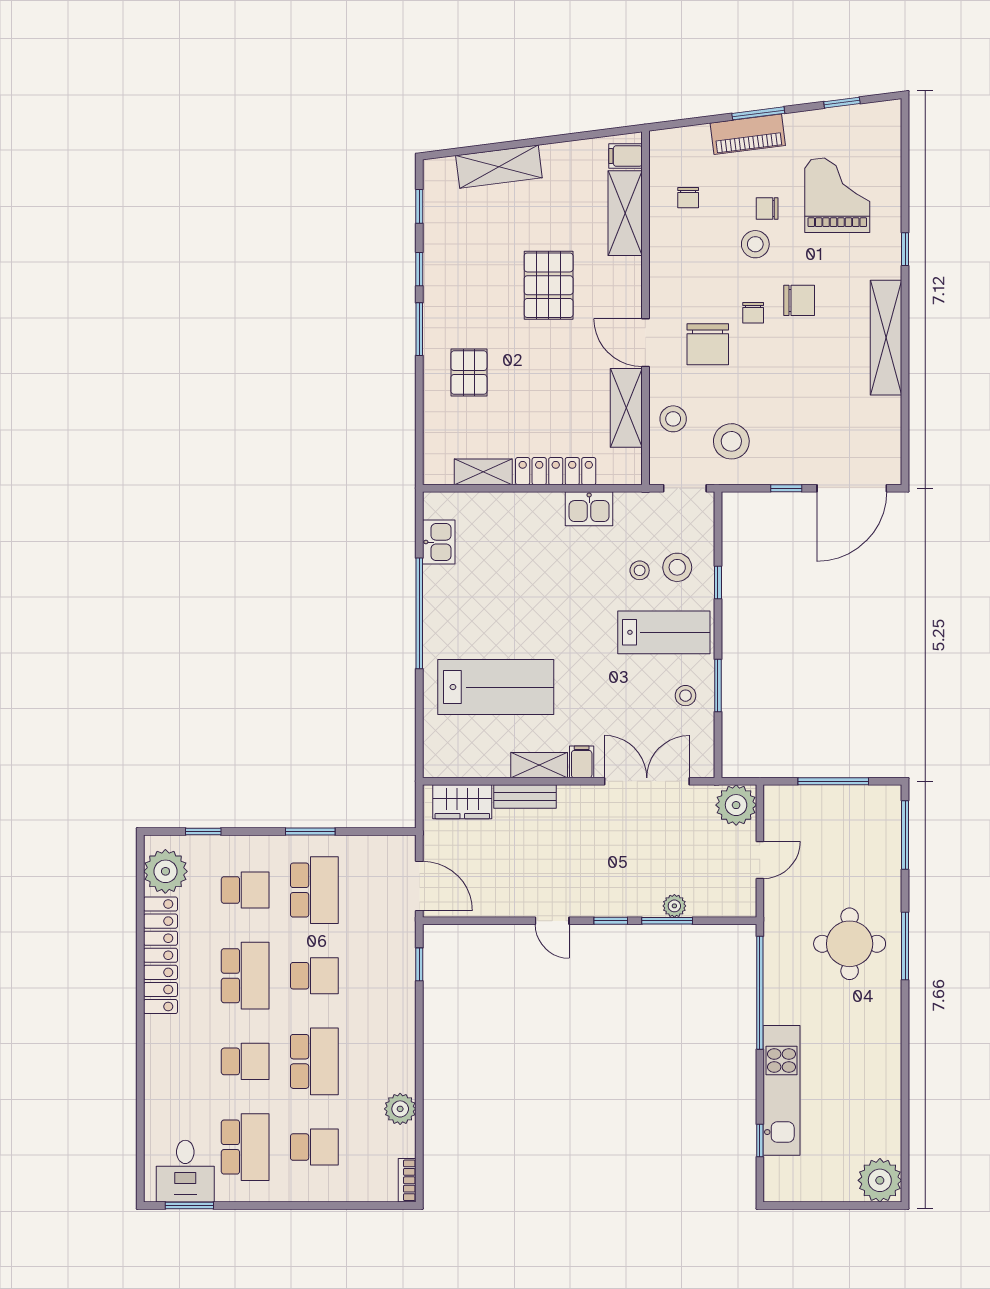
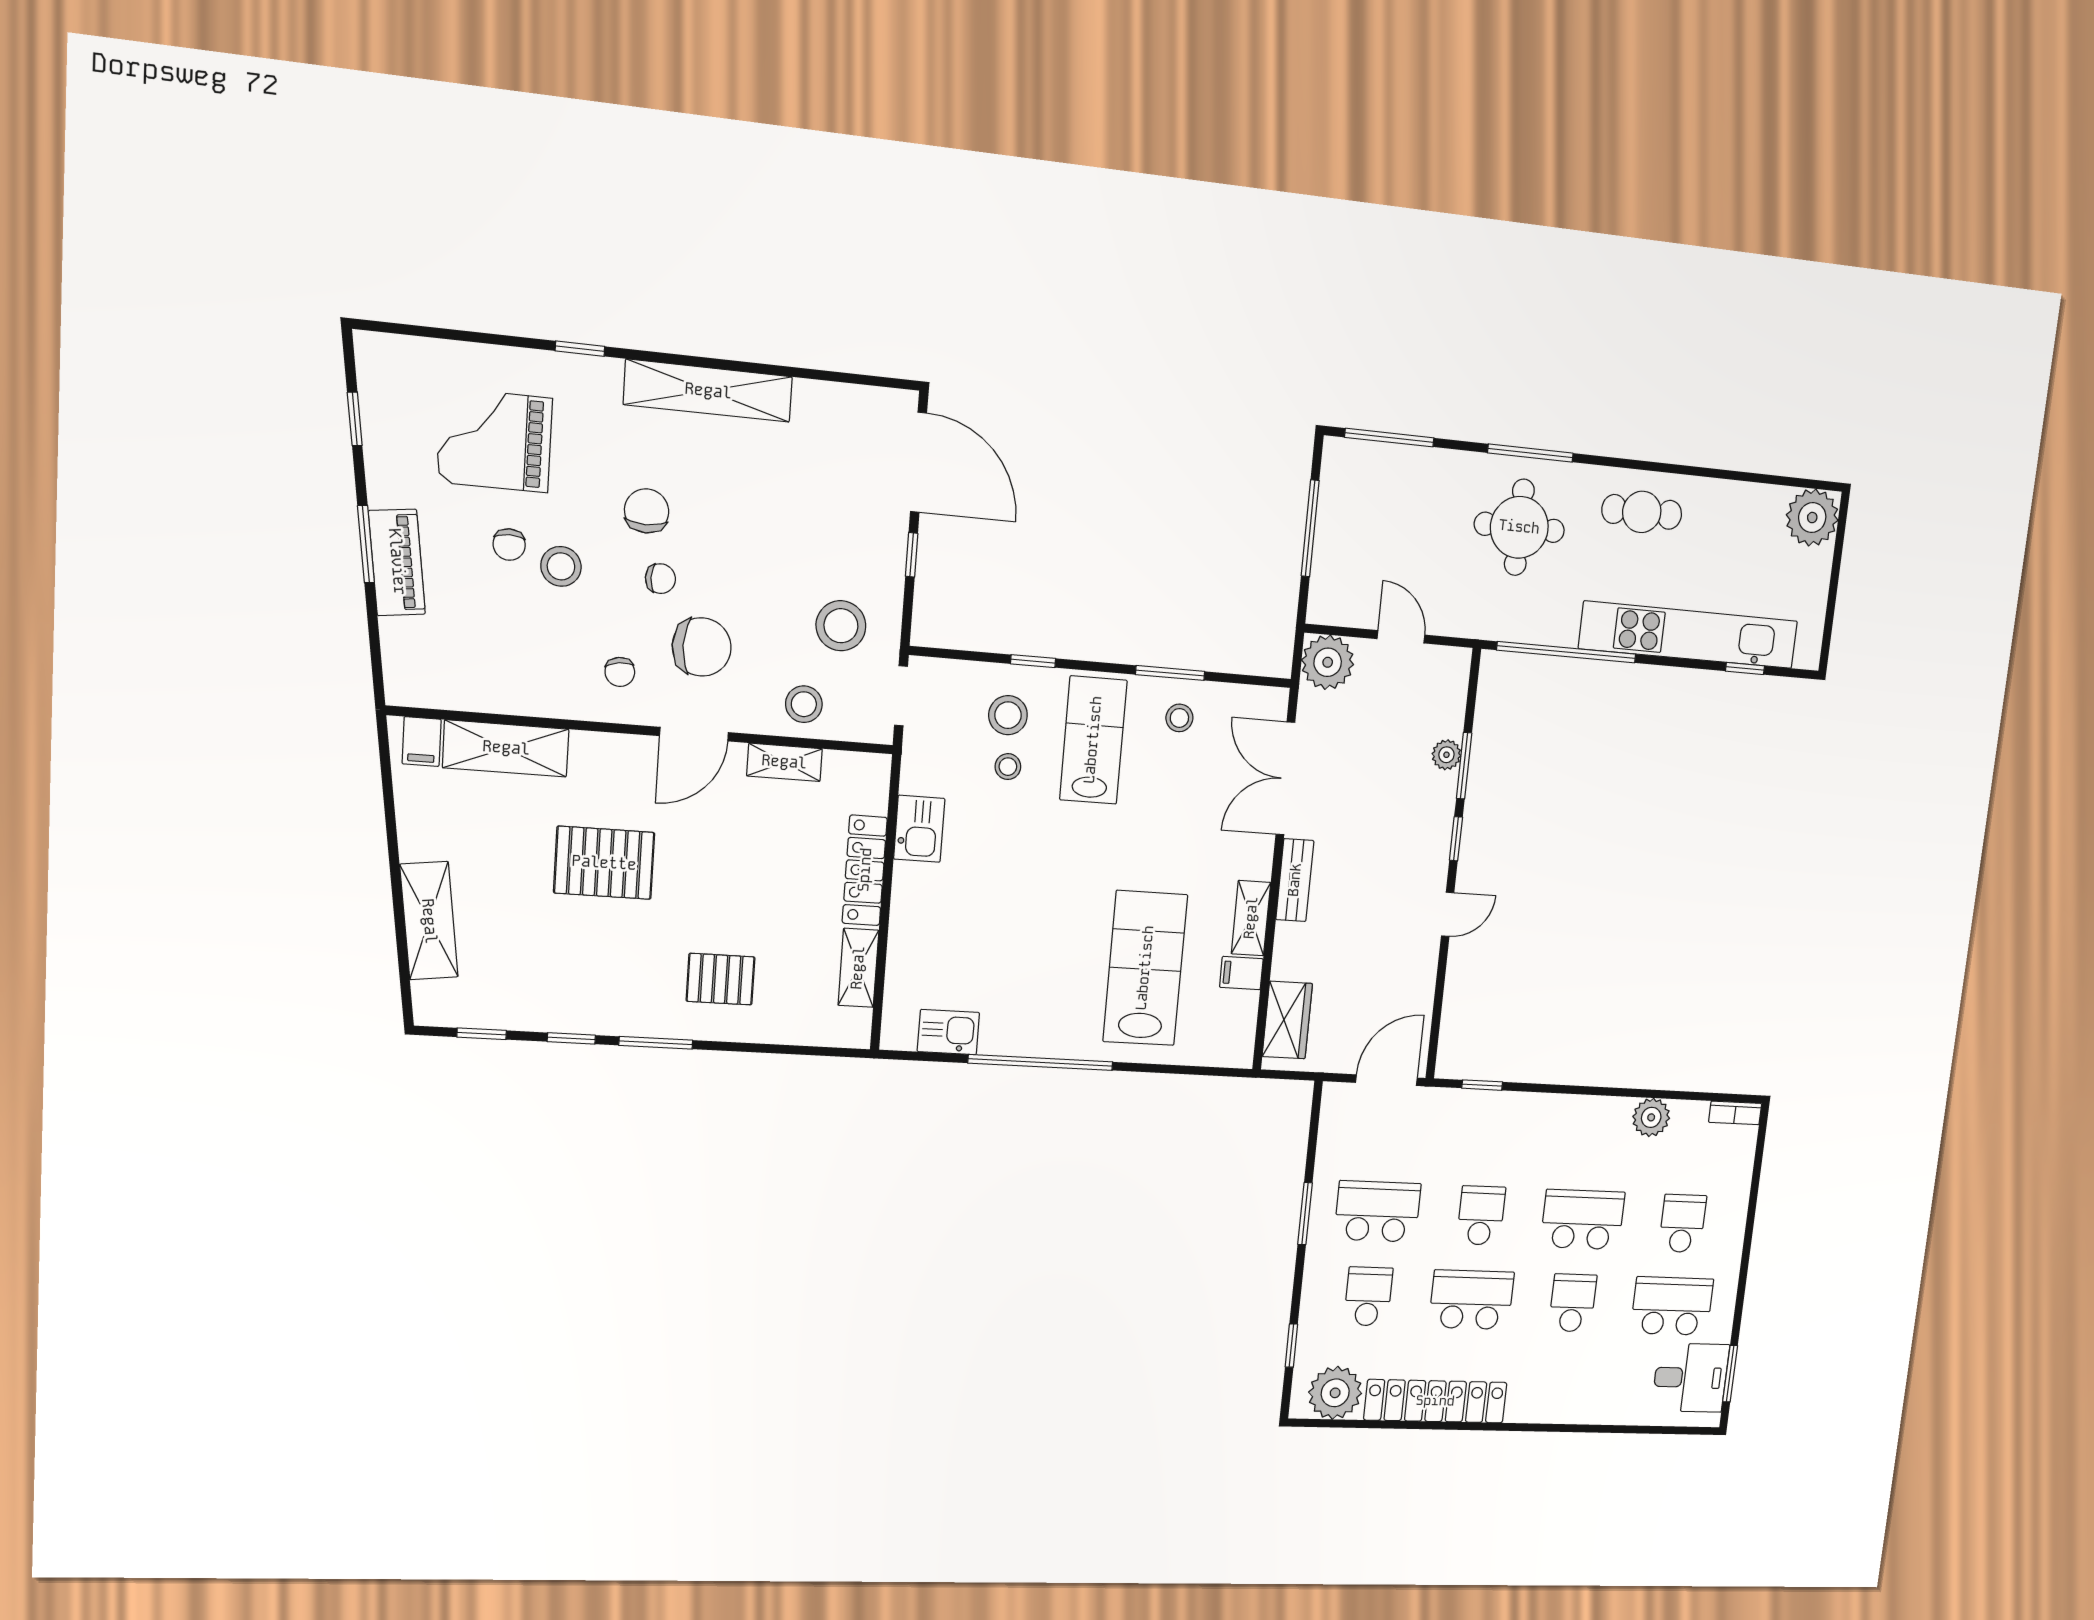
chair: (688, 198) -> (620, 672), moved, turned 82
shelving: (626, 408) -> (784, 762), width x0.67, depth x0.75
filing cabinet: (582, 762) -> (1241, 973), moved
bench: (525, 797) -> (1295, 880), moved
cafe table: (870, 1040) -> (1642, 512), added
kitchen unit: (782, 1090) -> (1689, 635), width x1.36

